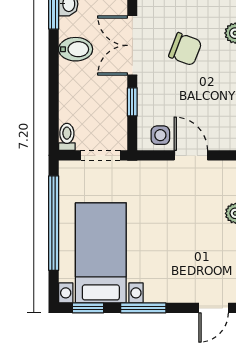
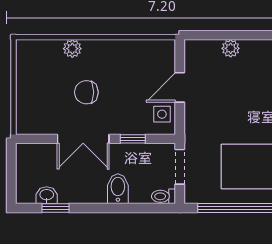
bidet: (76, 49) -> (118, 189), moved
chair: (185, 49) -> (86, 92), turned -111

